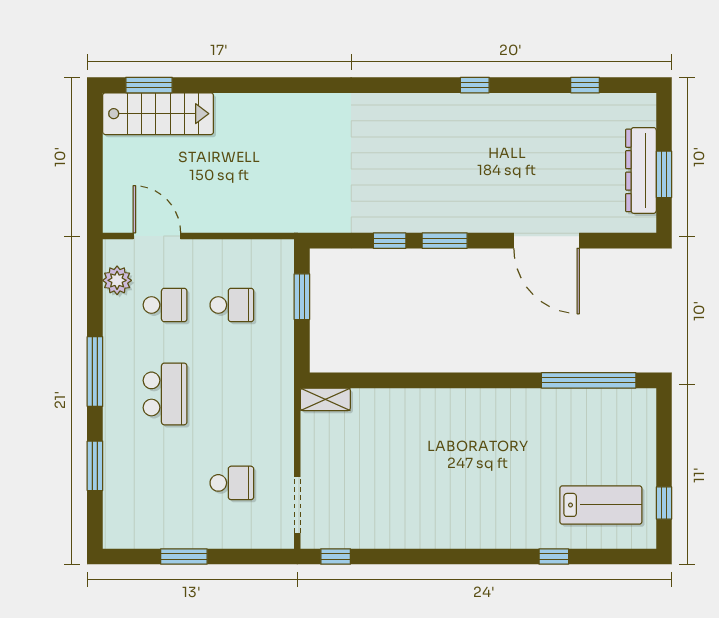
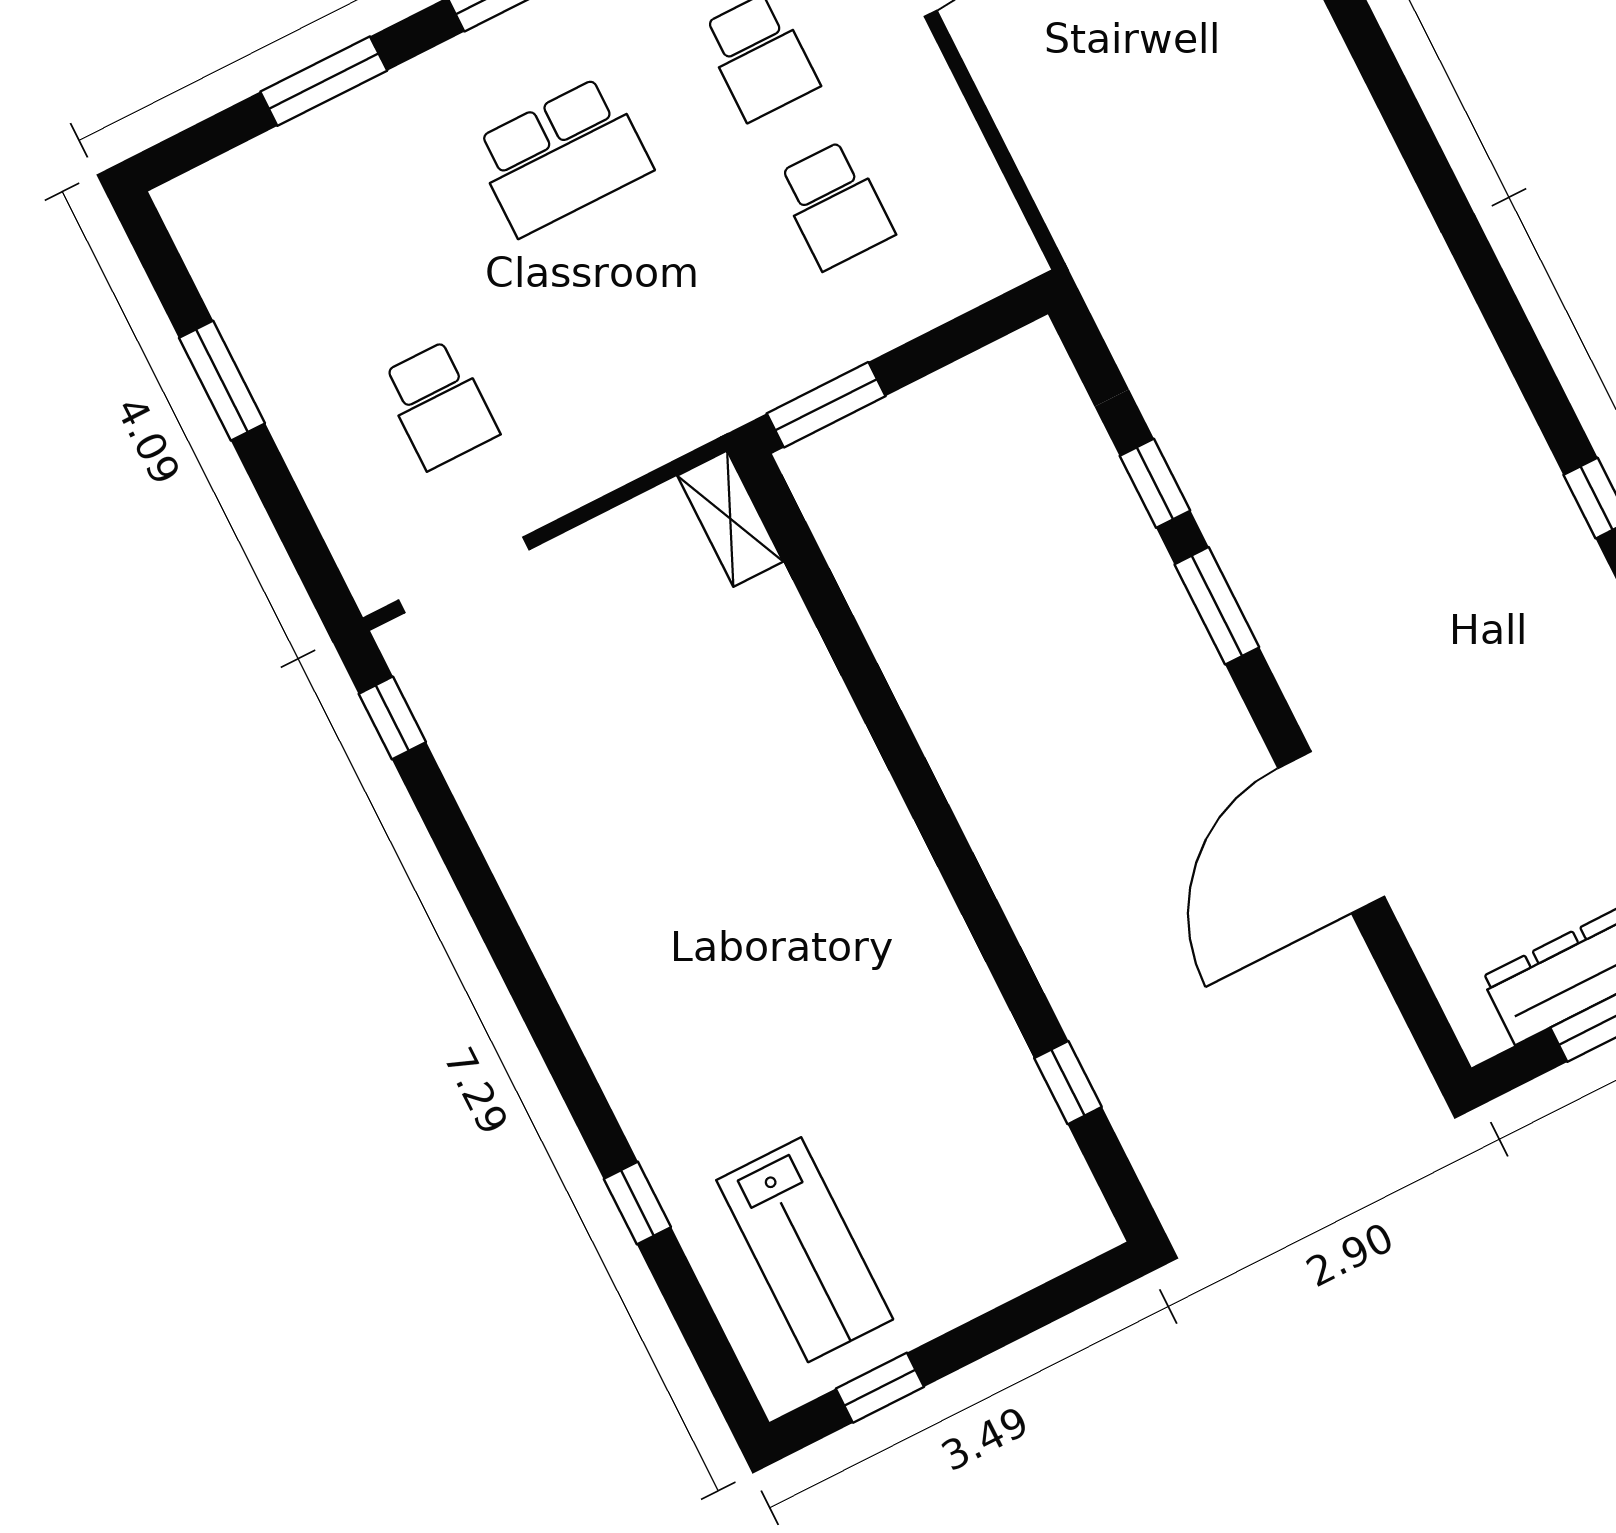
window: (302, 297) -> (826, 405), moved
window: (589, 380) -> (1068, 1083), width x0.32

